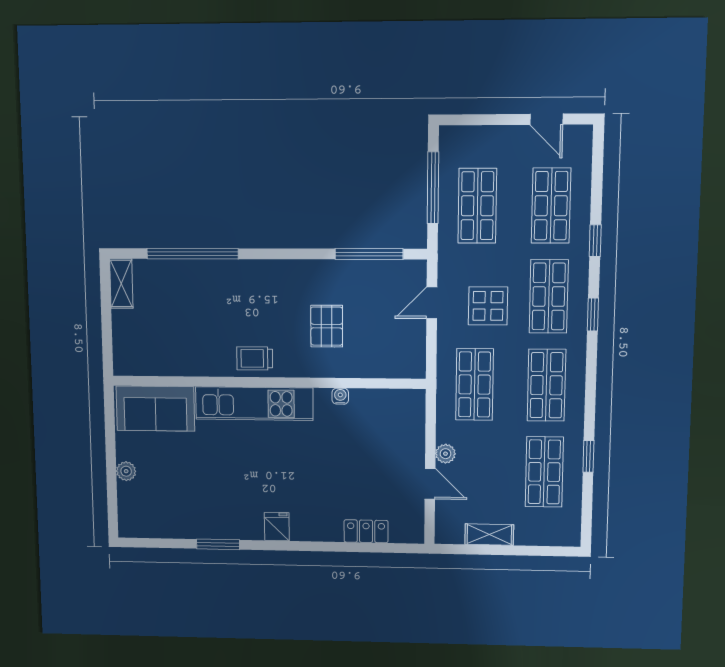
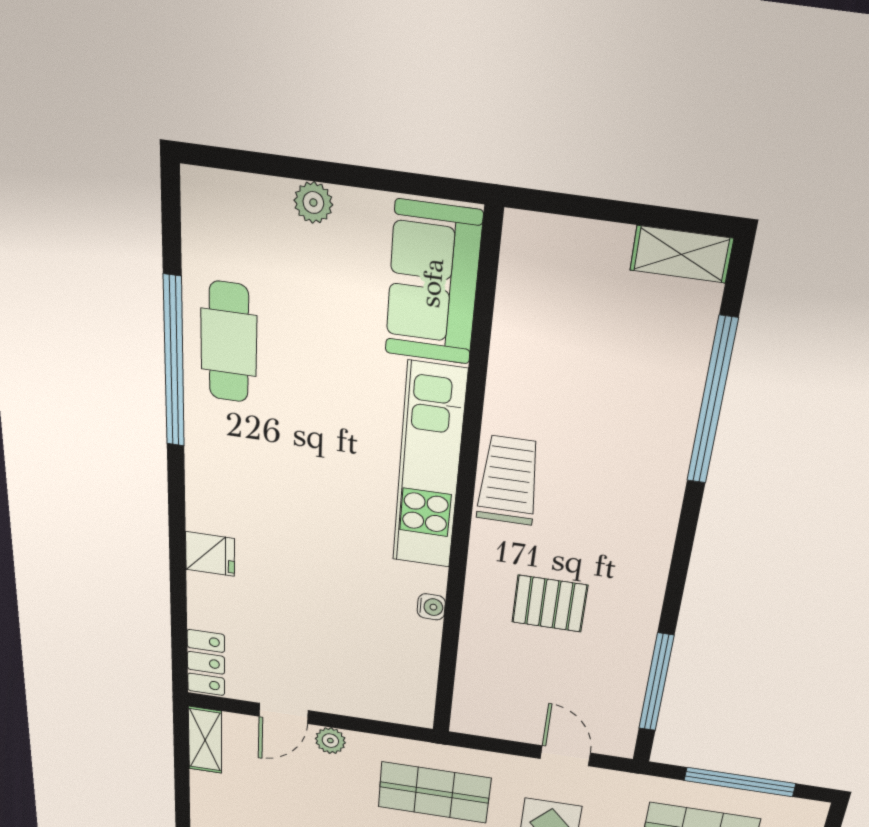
trolley: (255, 358) -> (509, 481), width x1.36, depth x1.39
cafe table: (203, 515) -> (229, 342), added
fridge: (277, 527) -> (210, 554), moved
locker: (366, 531) -> (206, 663), moved
shelving: (489, 535) -> (205, 740), moved
window: (218, 544) -> (174, 362), width x2.11

